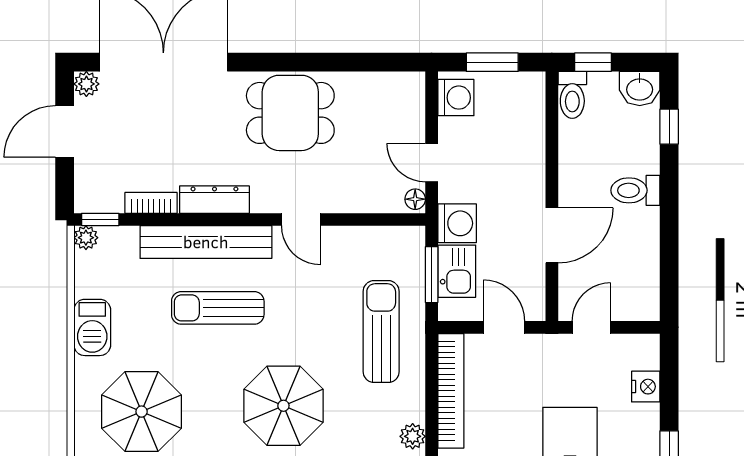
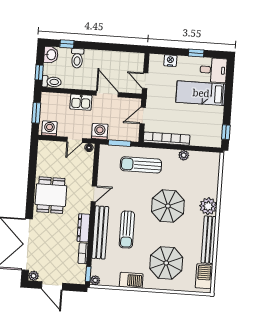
toilet: (635, 190) -> (77, 58), moved
kitchen sink: (457, 271) -> (81, 102), moved, turned 180

